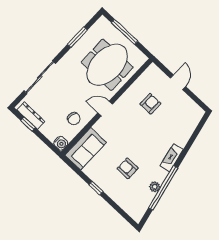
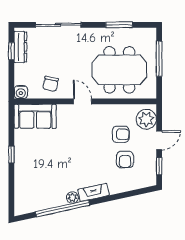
plant: (156, 78) -> (146, 119), added
window: (195, 98) -> (159, 166), added
armchair: (128, 168) -> (125, 159), moved, turned 180
plant: (155, 187) -> (72, 198), moved

